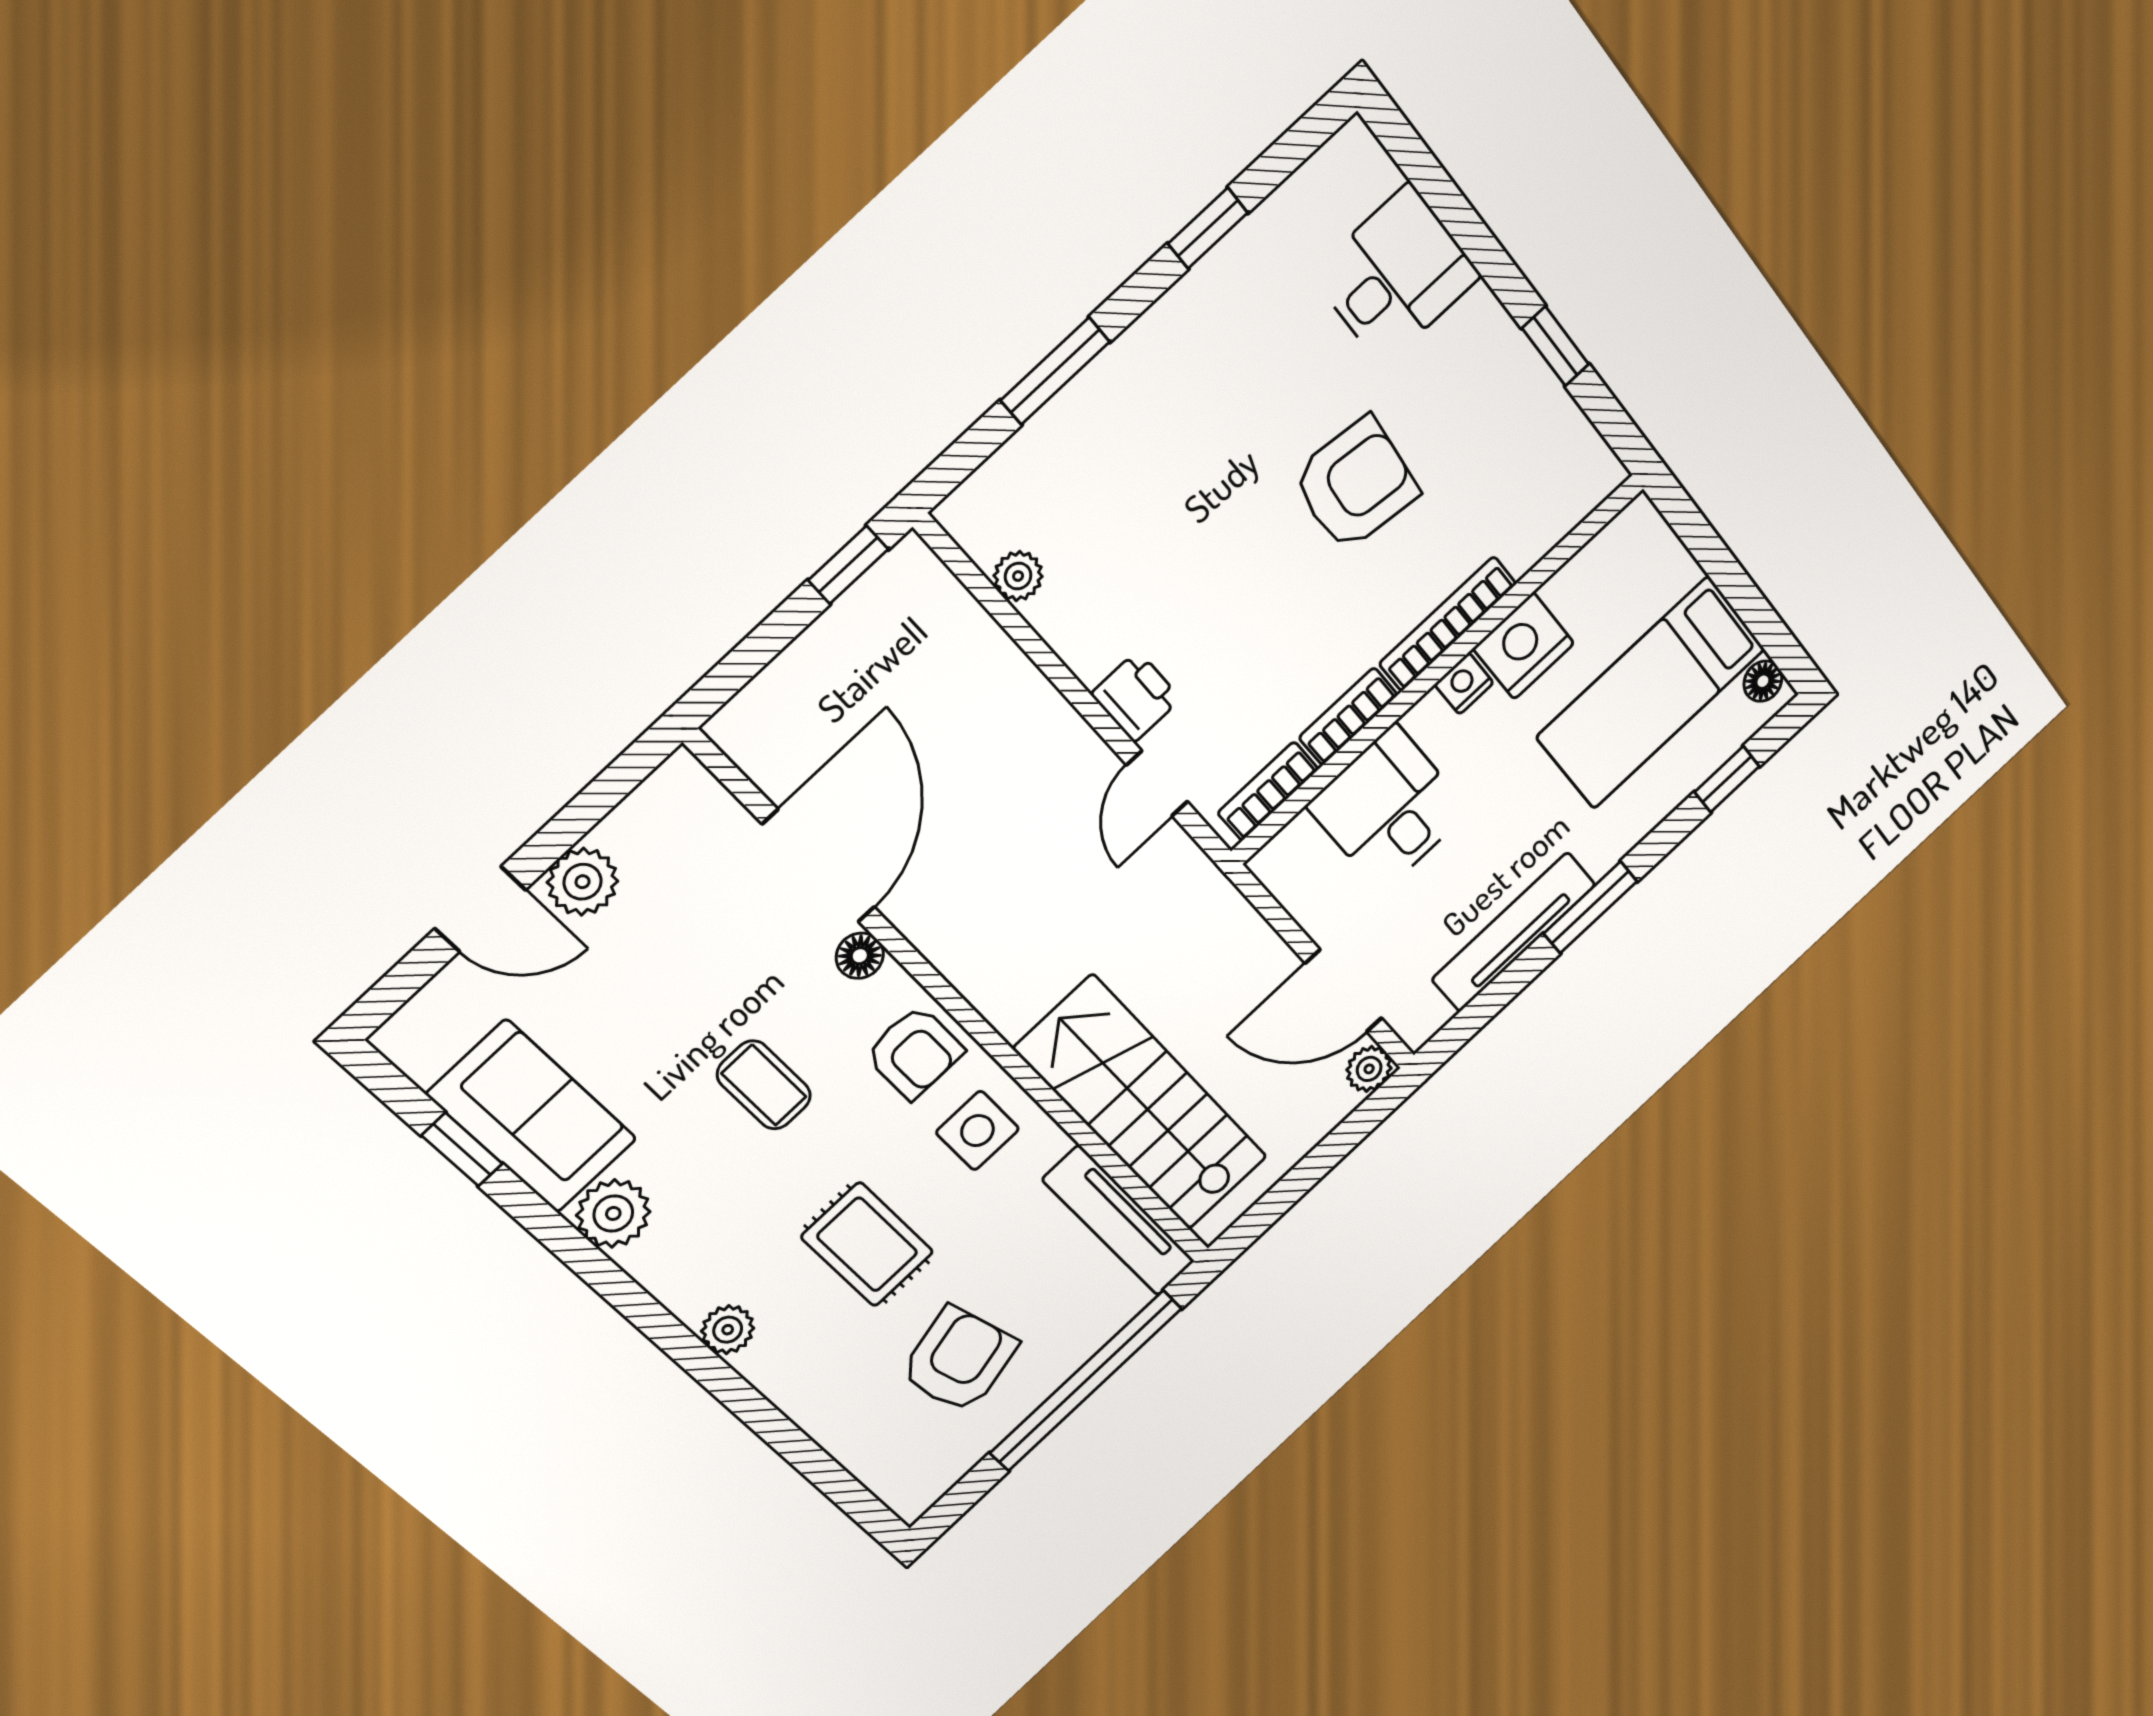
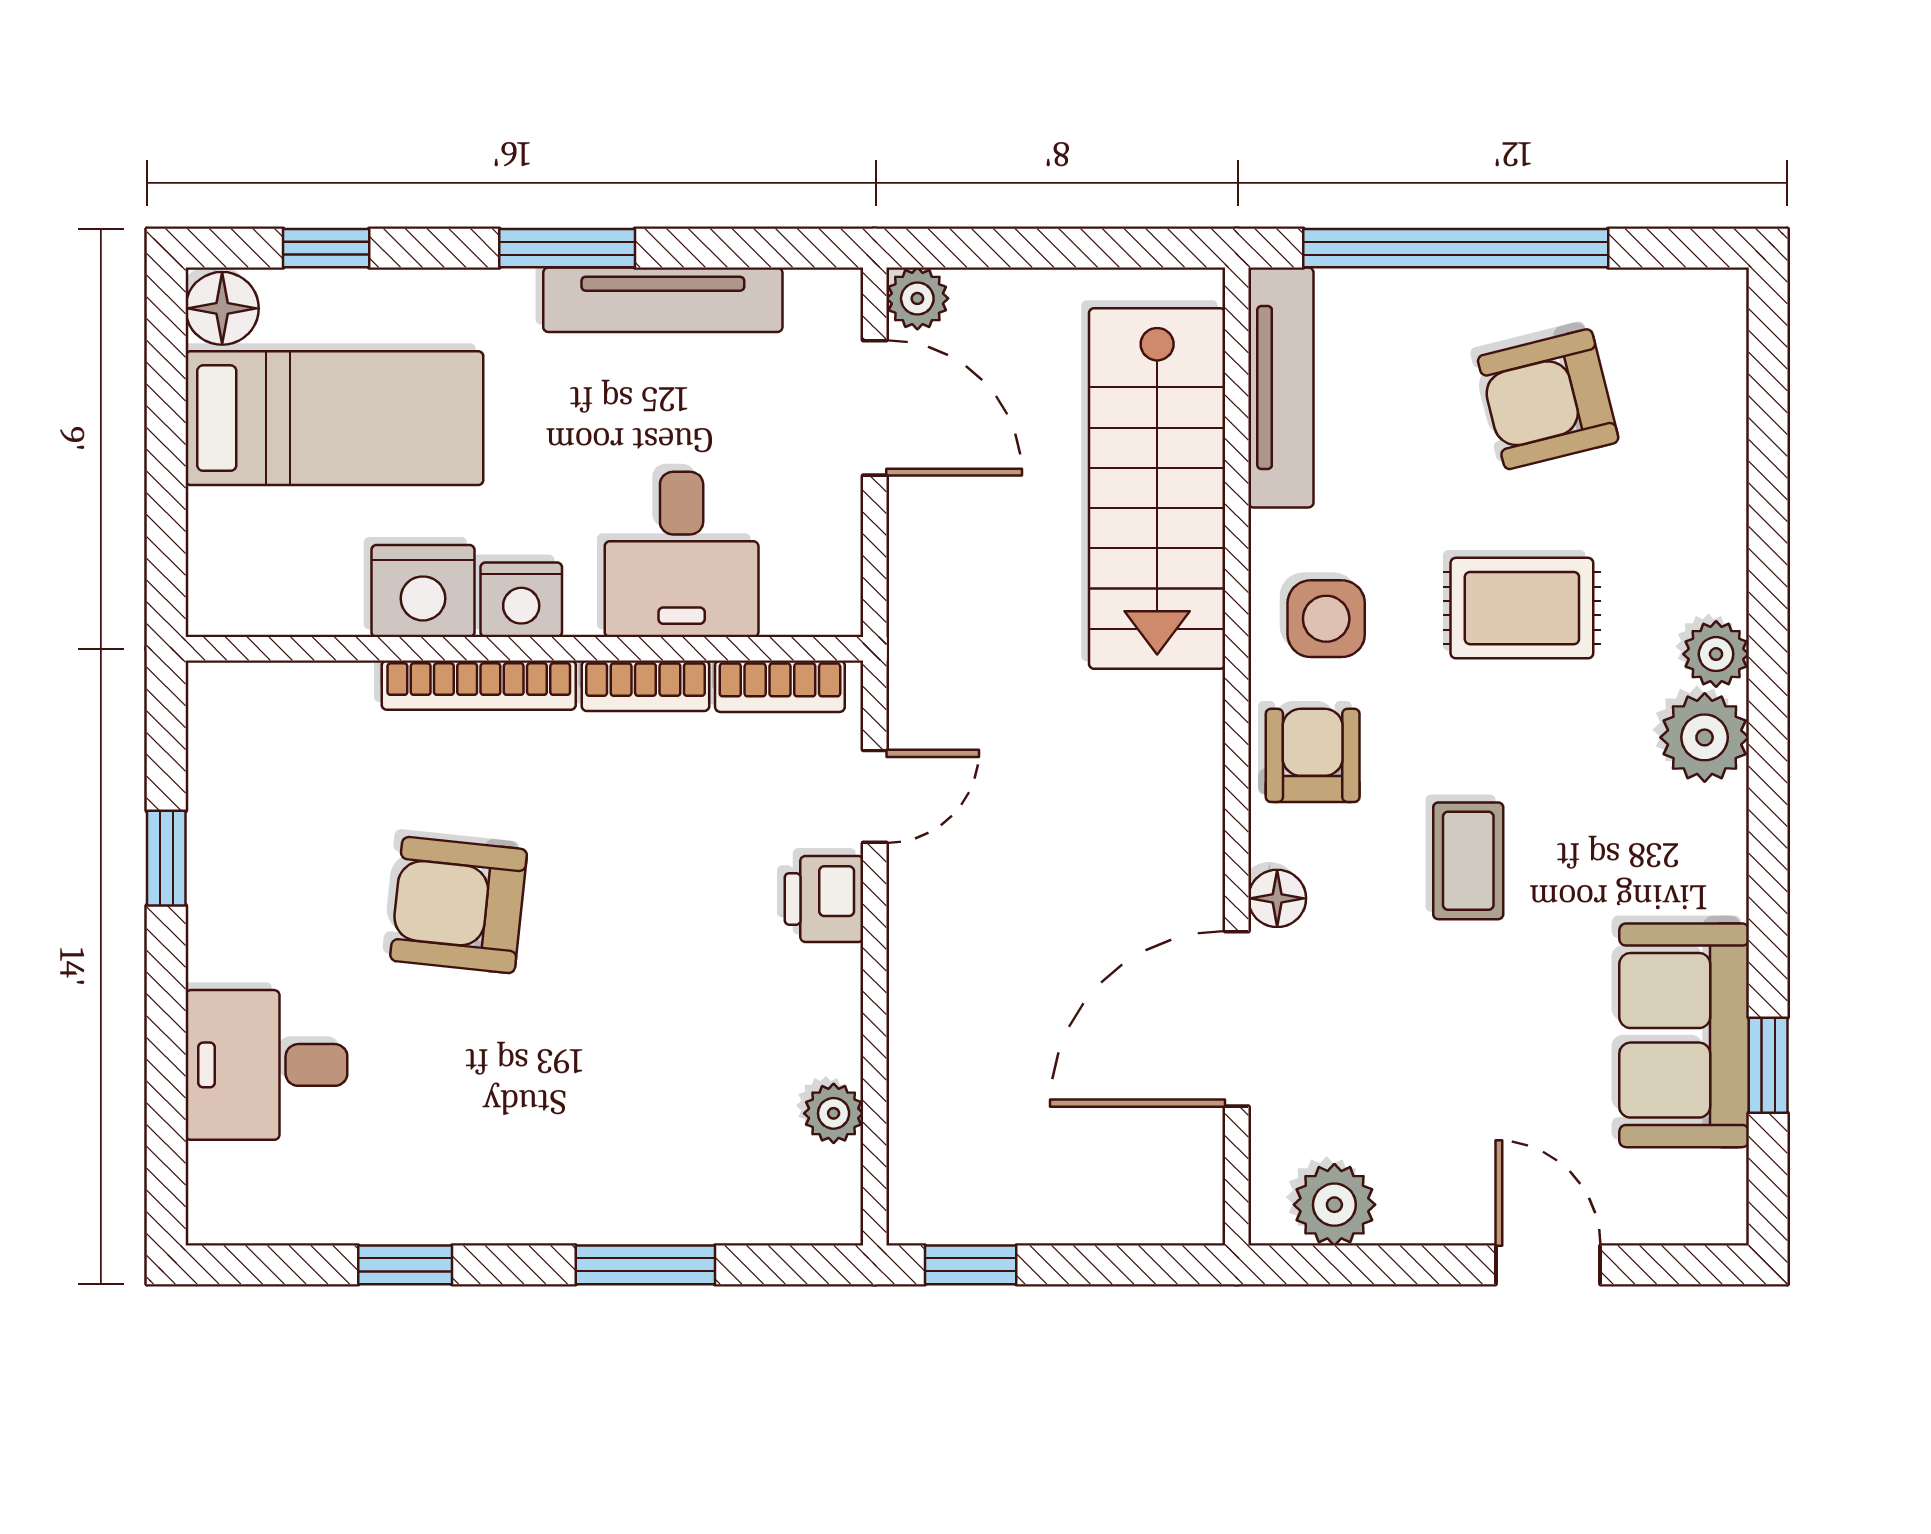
floor lamp: (1763, 681) -> (222, 308), width x1.37, depth x1.37
nightstand: (1464, 684) -> (521, 600), width x1.39, depth x1.35
plant: (583, 882) -> (1334, 1205), moved
plant: (613, 1213) -> (1705, 737), moved
rug: (867, 1244) -> (1522, 608), turned 90

